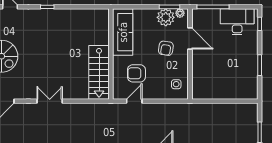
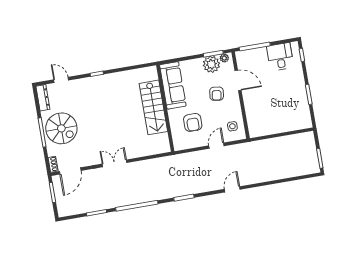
desk: (237, 22) -> (280, 57), width x0.73
stairs: (99, 72) -> (153, 107), moved
armchair: (136, 73) -> (193, 122), turned -90
door: (134, 101) -> (216, 146), moved

